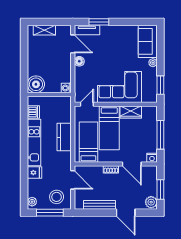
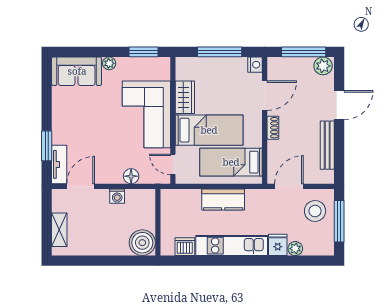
floor lamp: (79, 61) -> (131, 176), moved
washing machine: (66, 88) -> (117, 196), moved
window: (160, 189) -> (304, 52), width x1.44
plant: (32, 202) -> (295, 249), moved

